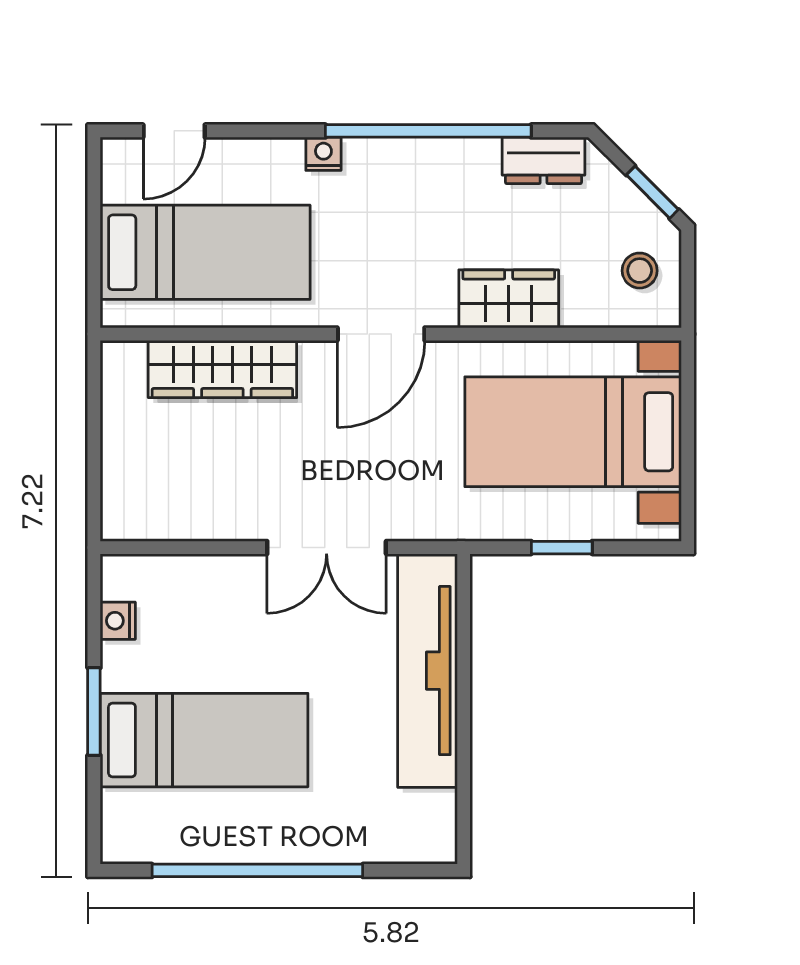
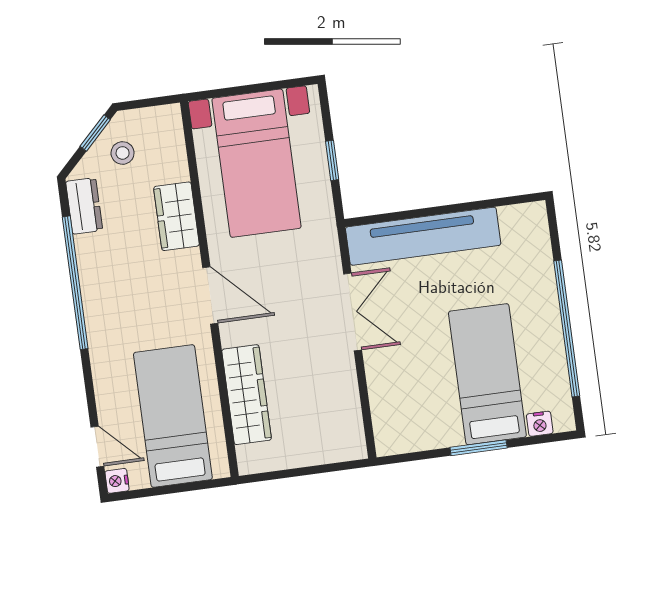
nightstand: (323, 154) -> (117, 481), moved
stool: (640, 271) -> (123, 153), moved
nightstand: (118, 621) -> (540, 424), moved

